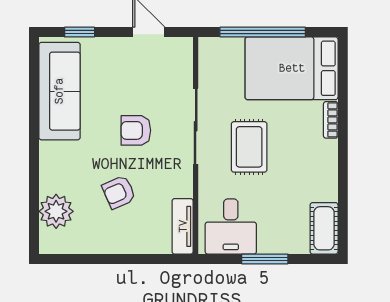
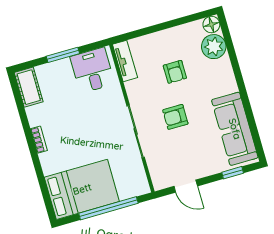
bookcase: (331, 120) -> (39, 140), moved
armchair: (136, 130) -> (175, 117), turned 180
rug: (249, 147) -> (95, 128), removed
armchair: (119, 192) -> (175, 72), turned 114
floor lamp: (51, 242) -> (211, 25), added

